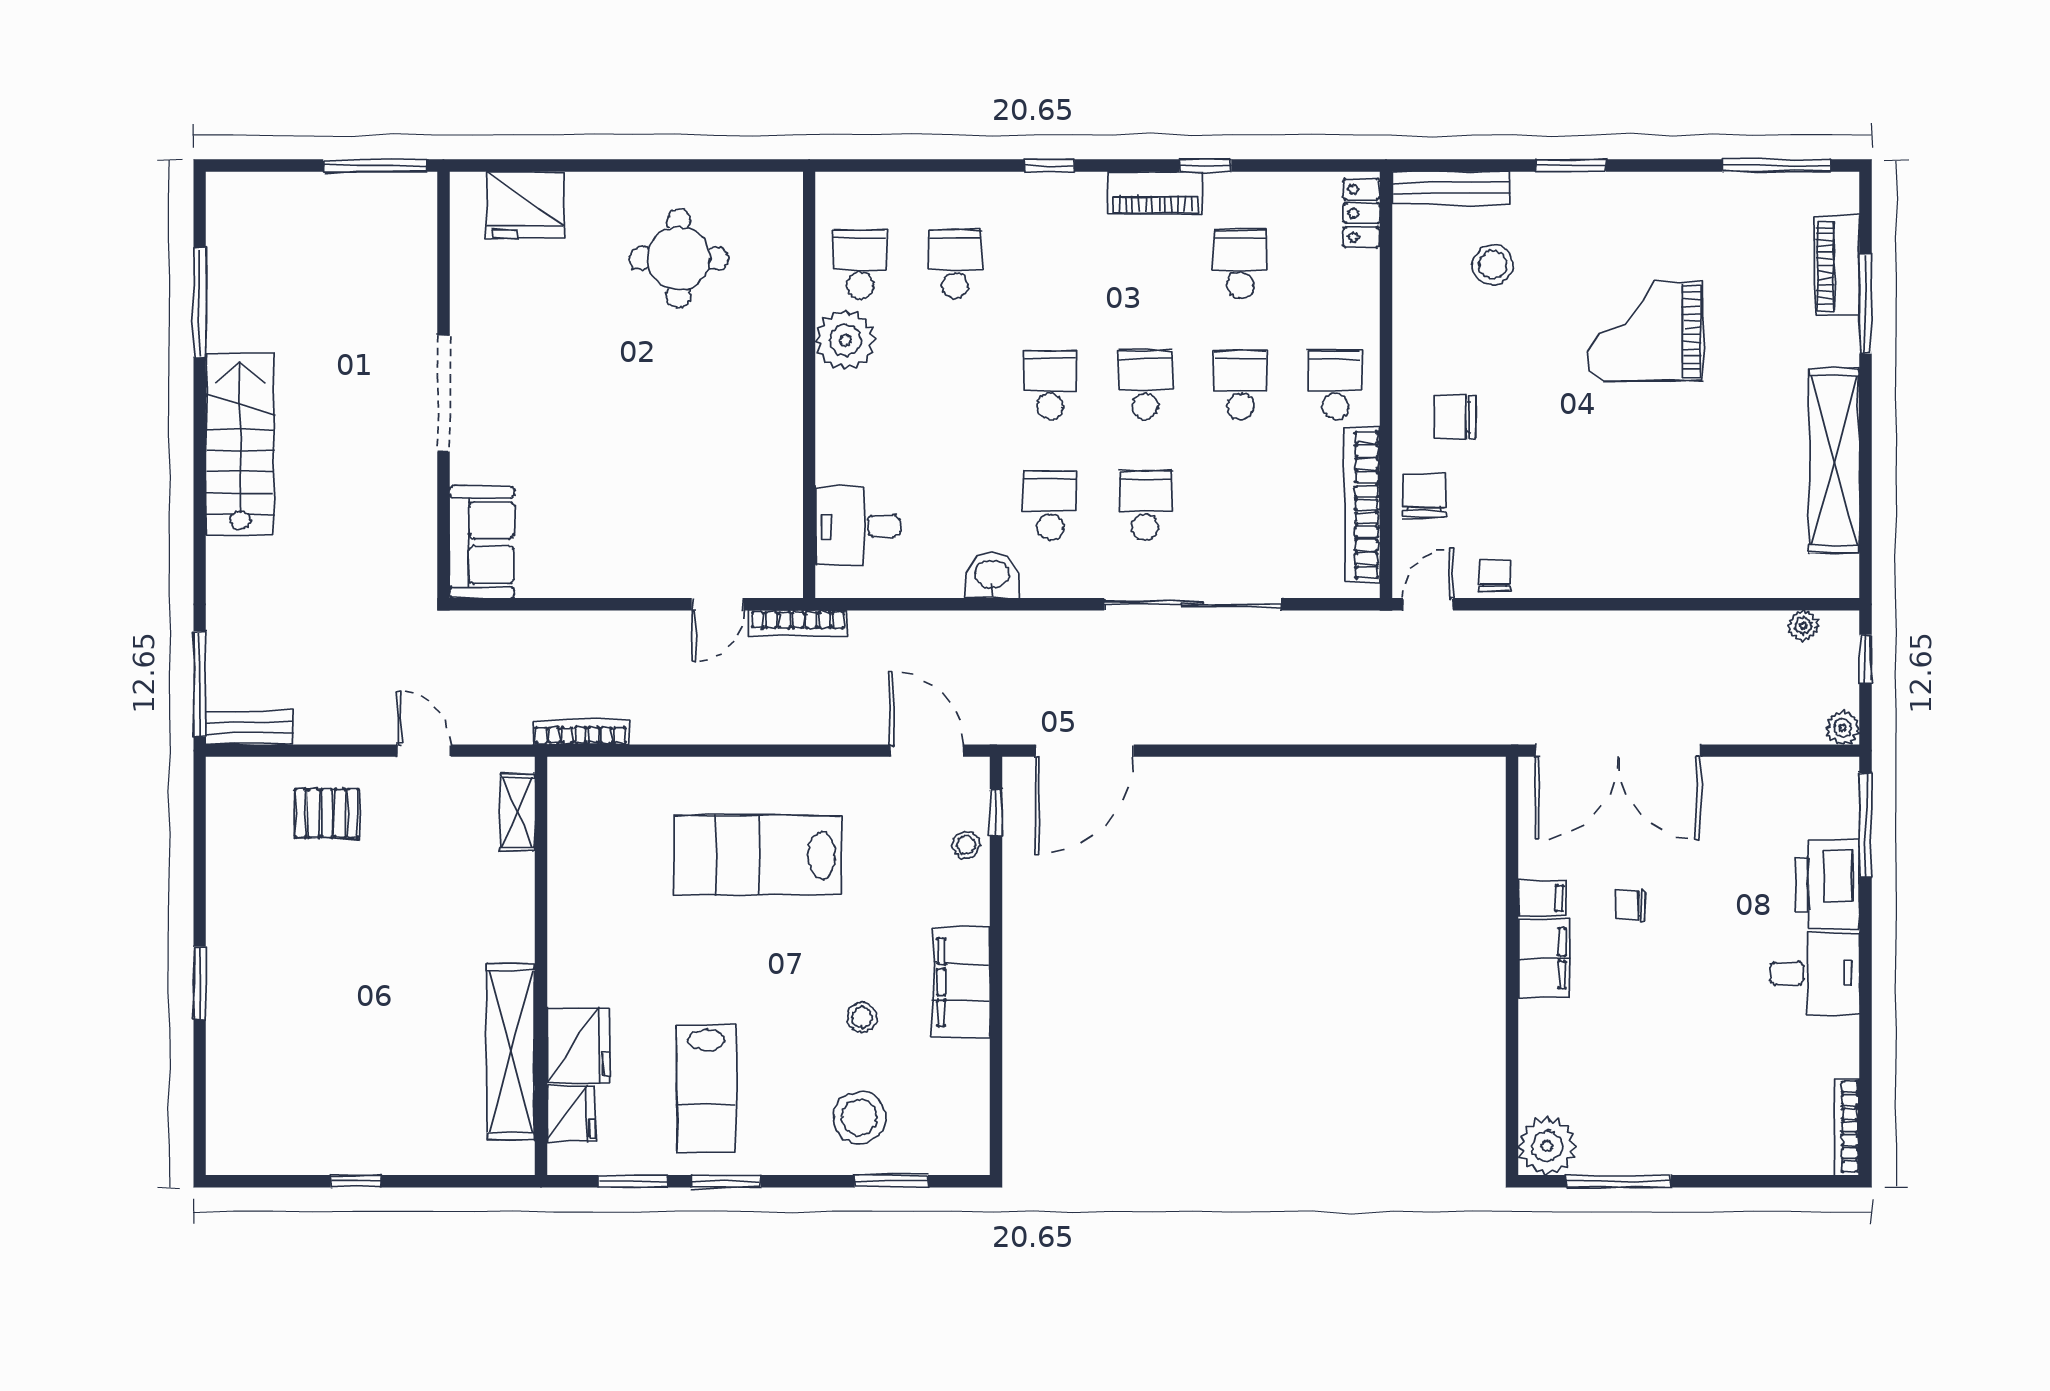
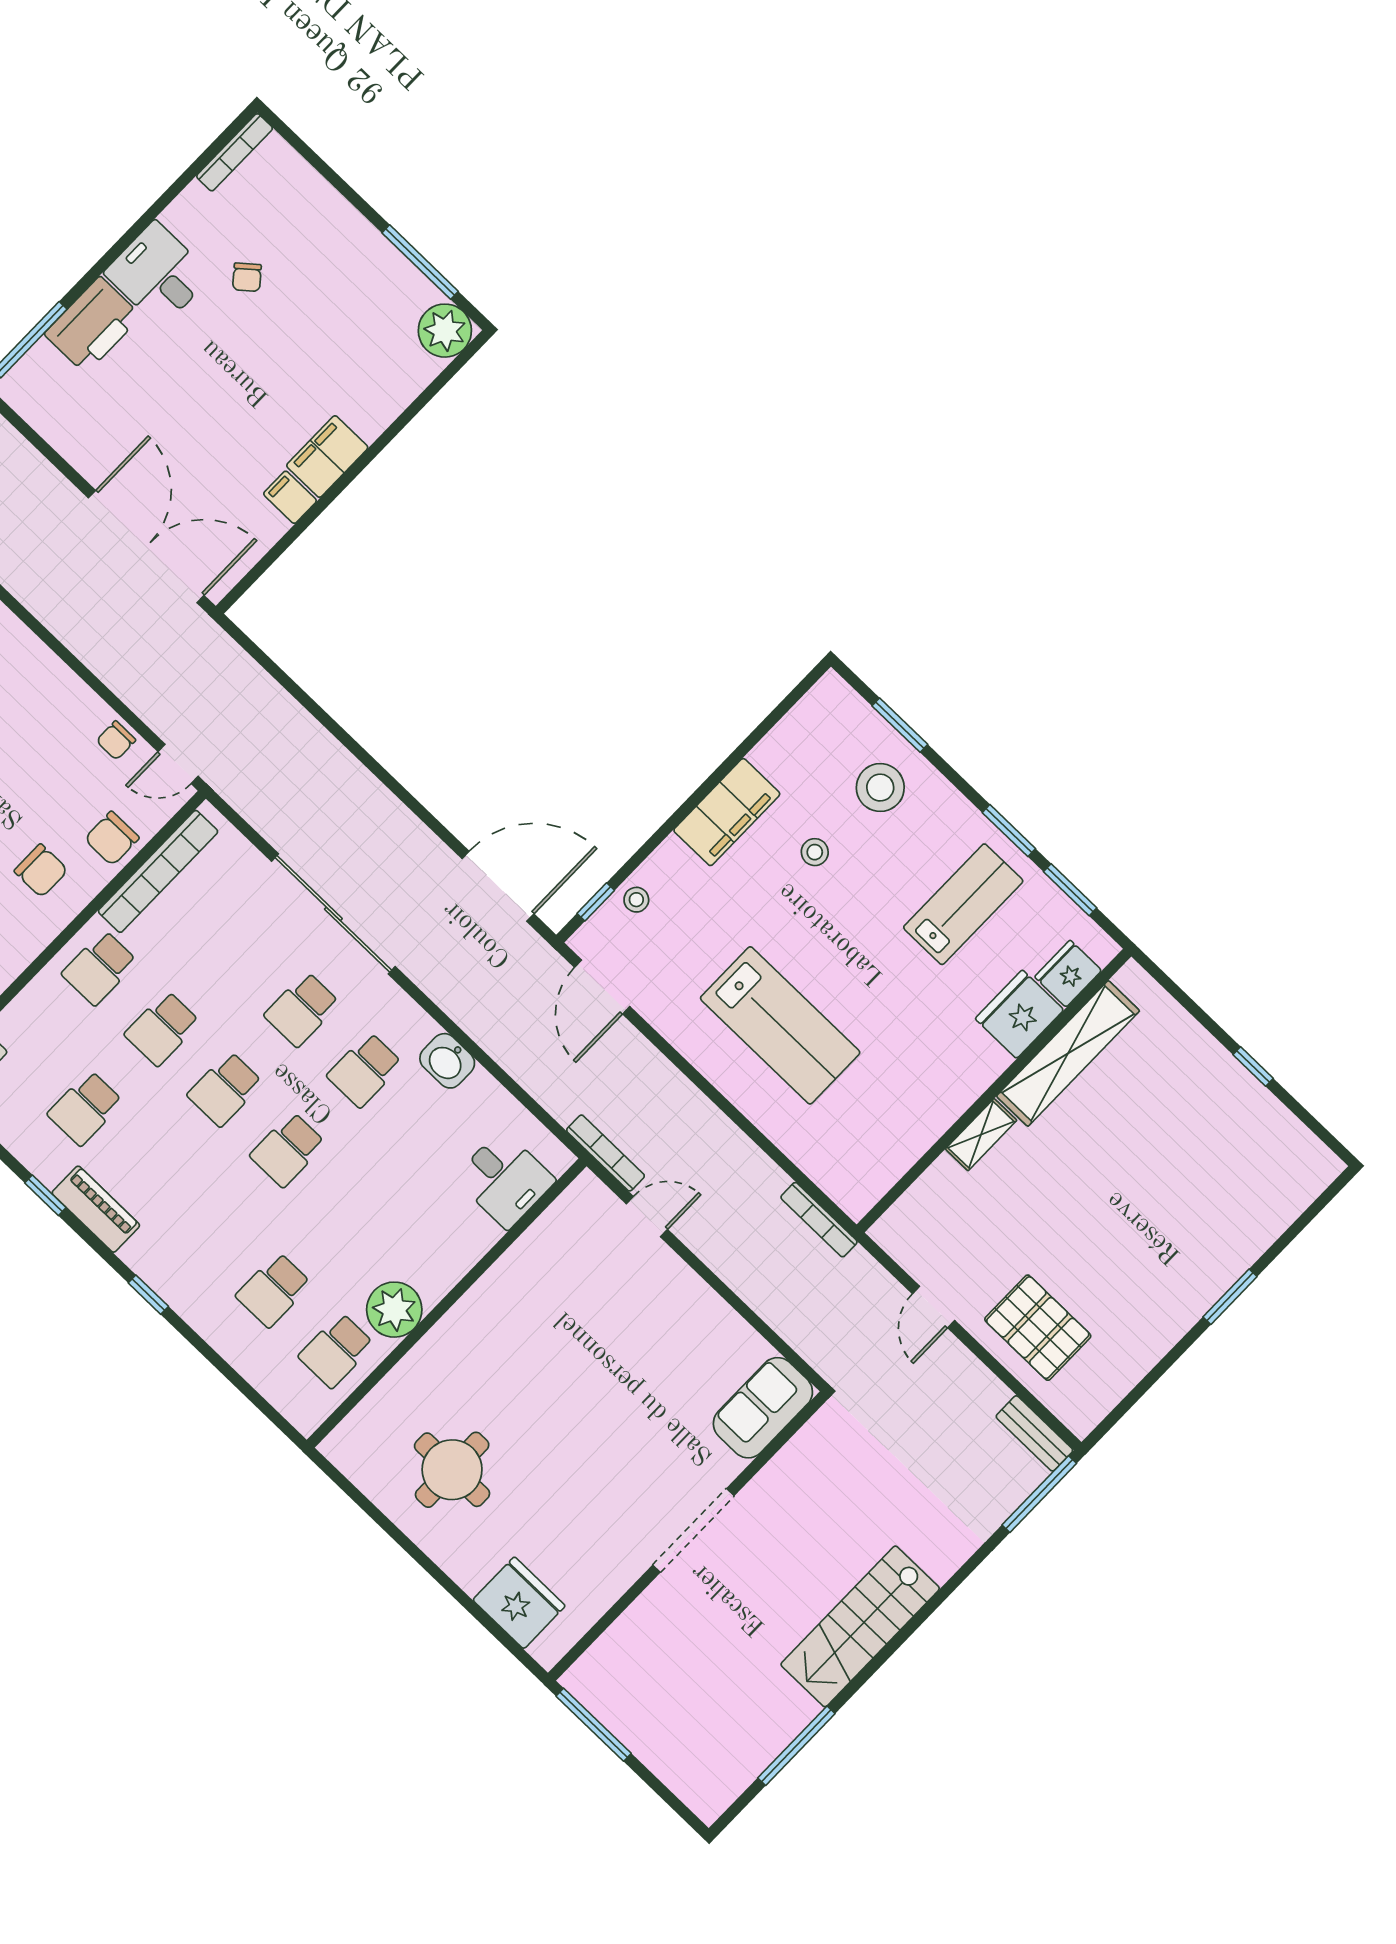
shelving: (518, 812) -> (981, 1135), moved
pallet: (327, 813) -> (1038, 1328), width x1.50, depth x1.42
chair: (1631, 906) -> (247, 277), moved, turned 50

